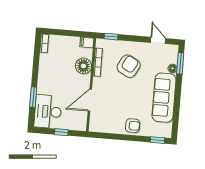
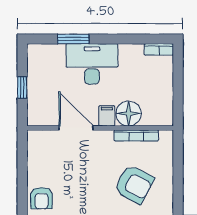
window: (111, 37) -> (178, 153), removed
filing cabinet: (87, 42) -> (107, 116), moved
desk: (48, 112) -> (92, 64), moved

